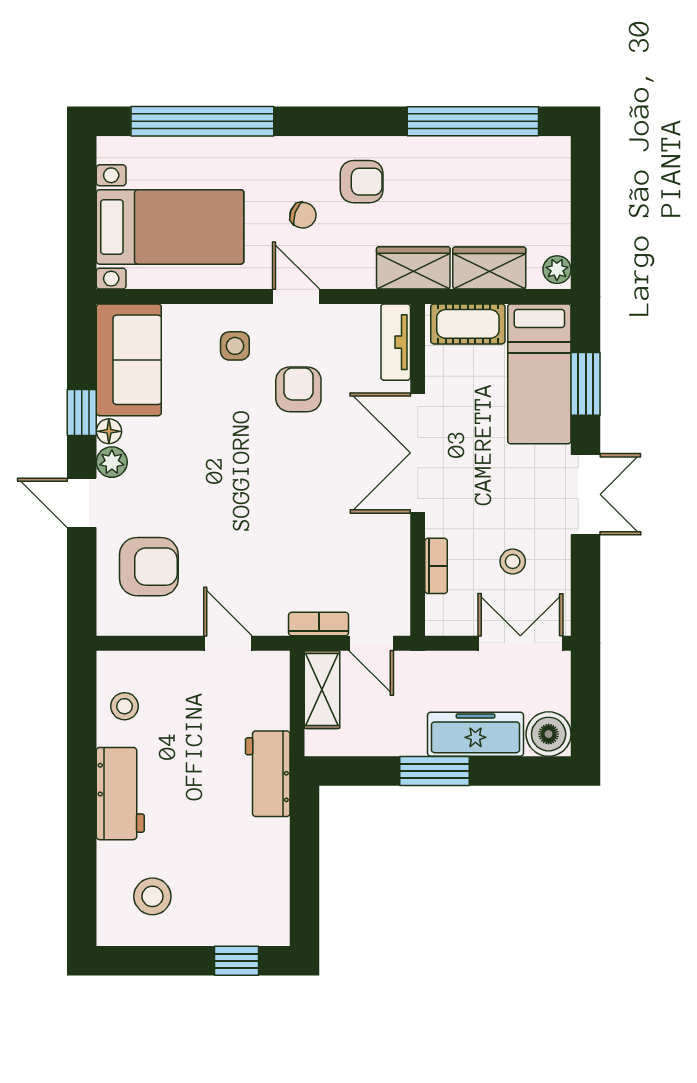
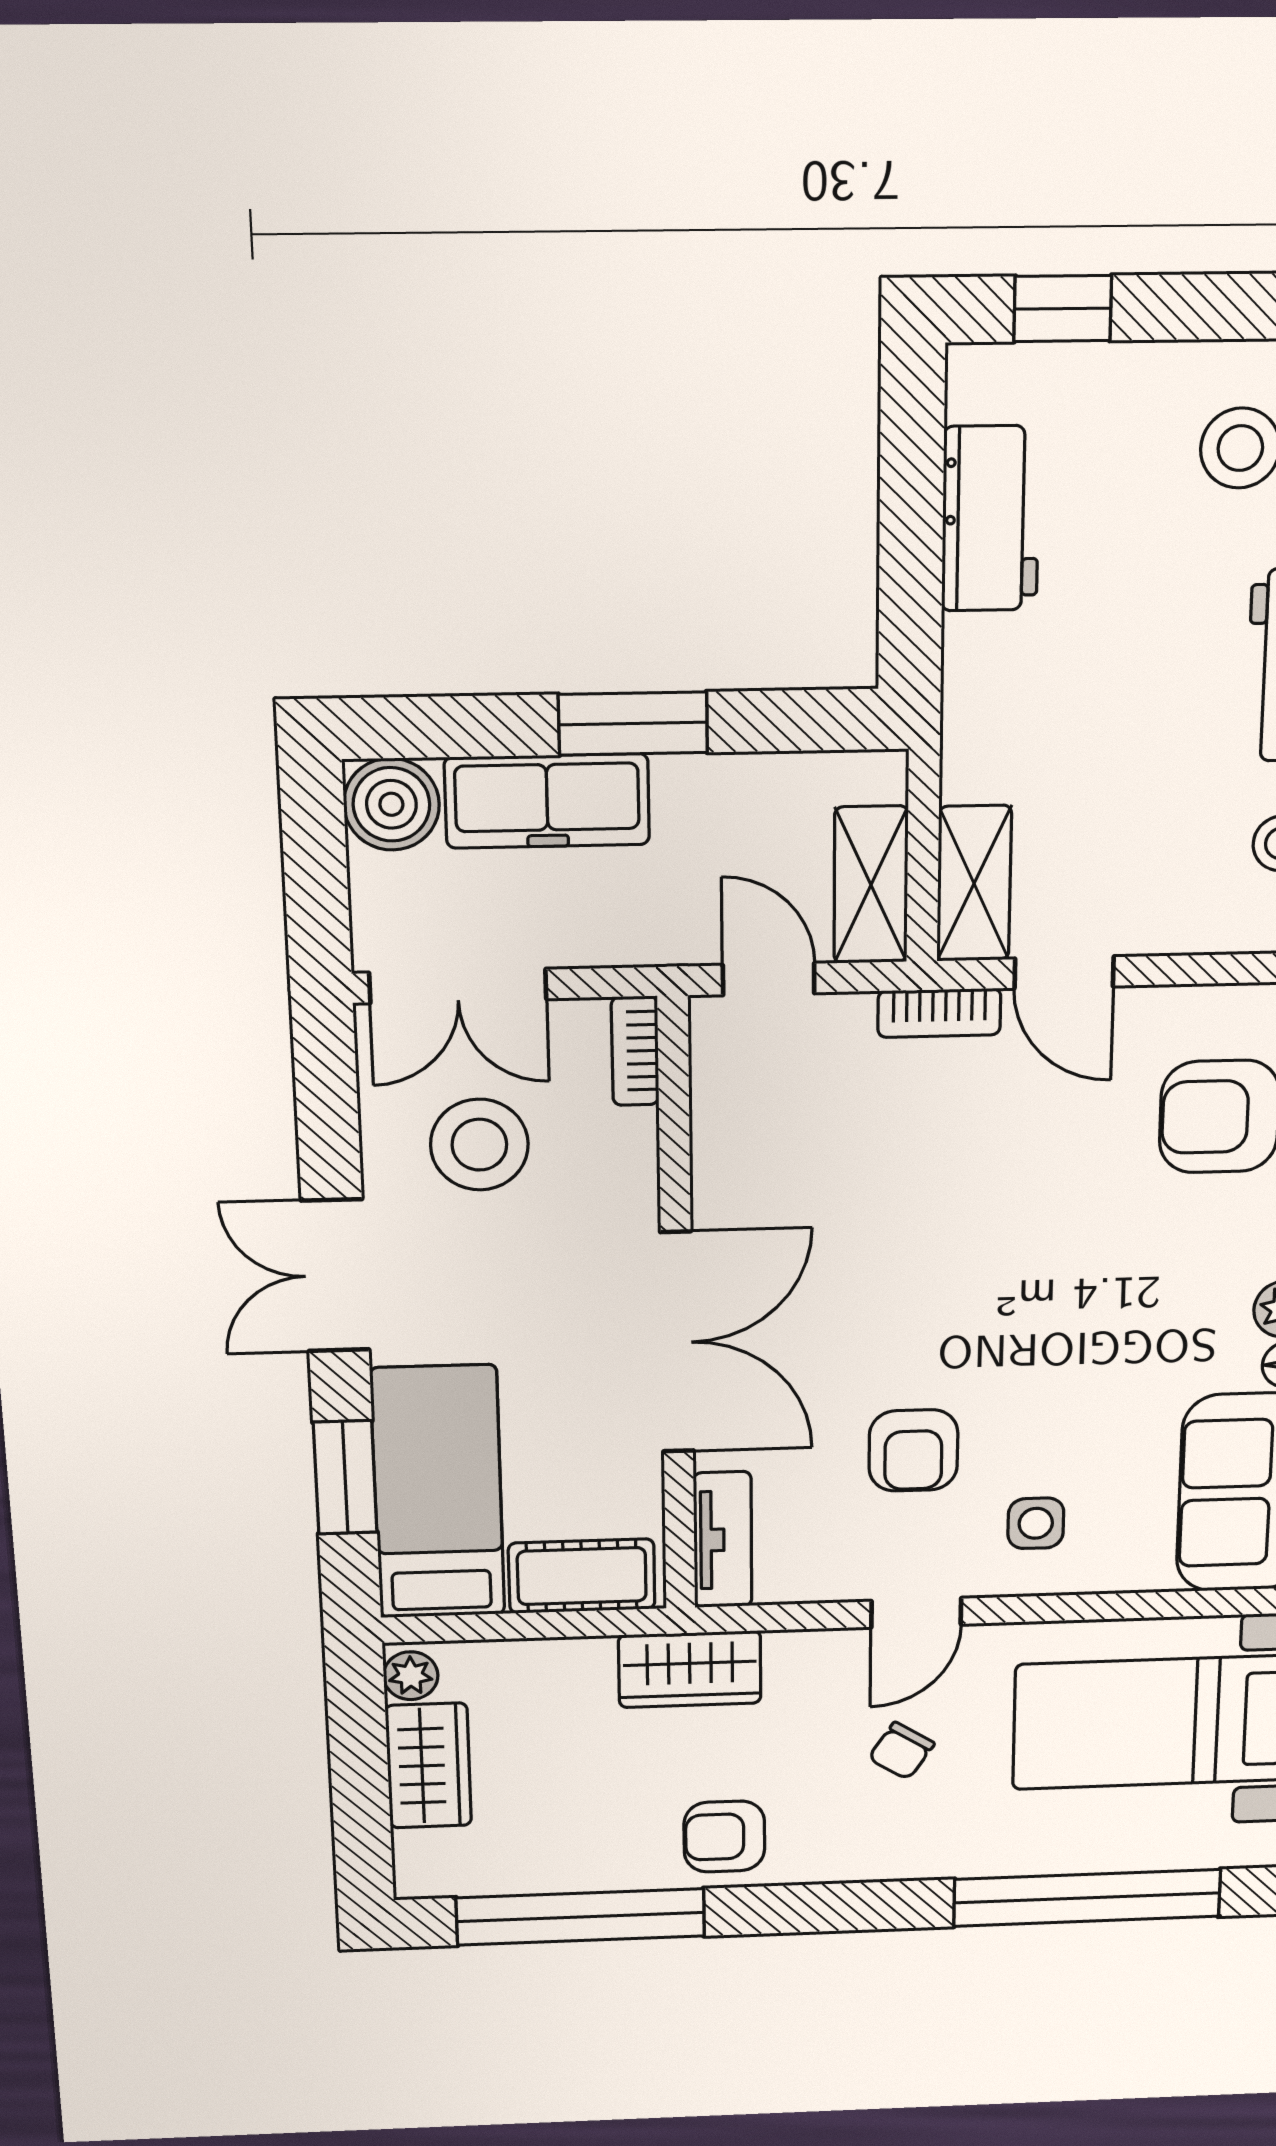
armchair: (362, 182) -> (724, 1837), moved
chair: (303, 215) -> (901, 1751), turned -77
wardrobe: (489, 268) -> (428, 1766), moved, turned -90
door: (296, 296) -> (916, 1613), hinge flipped
stool: (513, 561) -> (479, 1145), width x1.89, depth x1.89
bookcase: (436, 566) -> (635, 1051), moved
bookcase: (319, 624) -> (939, 1013), moved
shelving: (272, 689) -> (974, 884), added
workbench: (268, 774) -> (991, 519), moved

